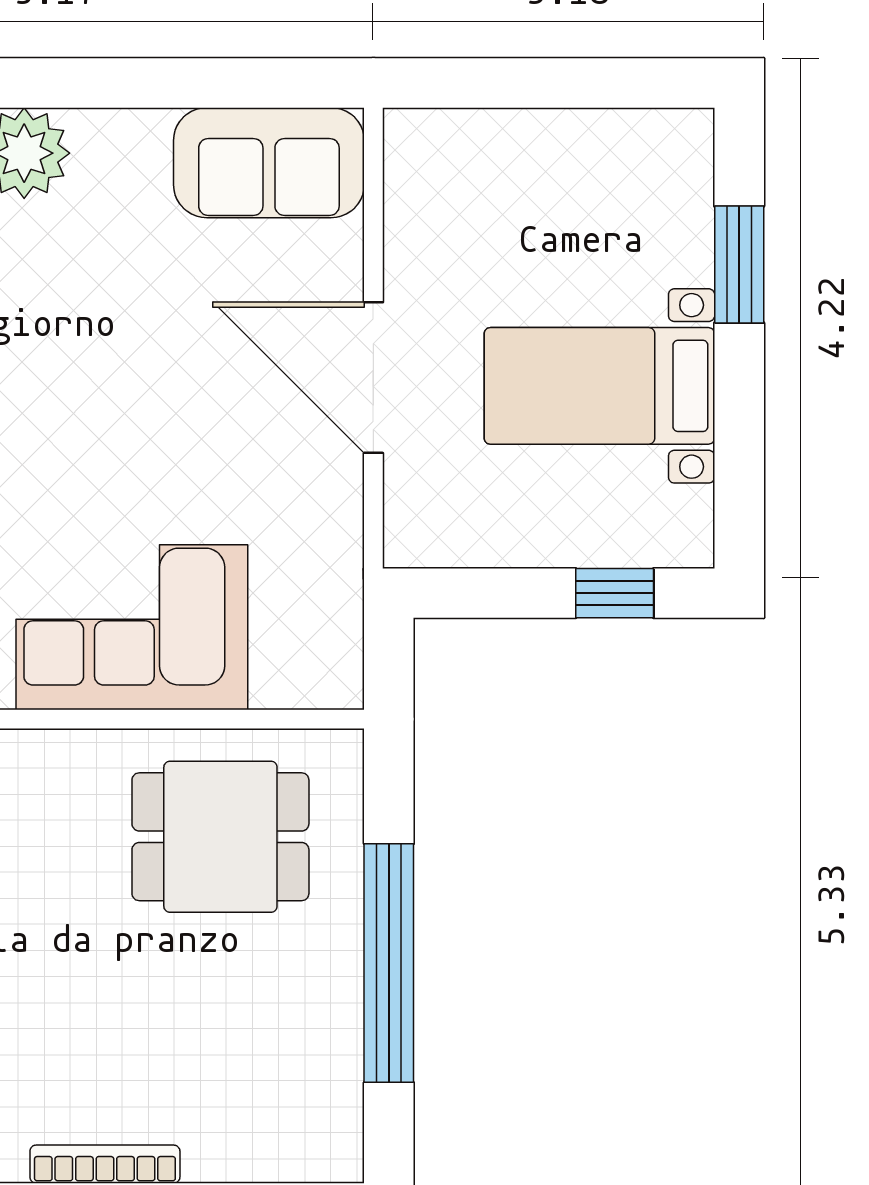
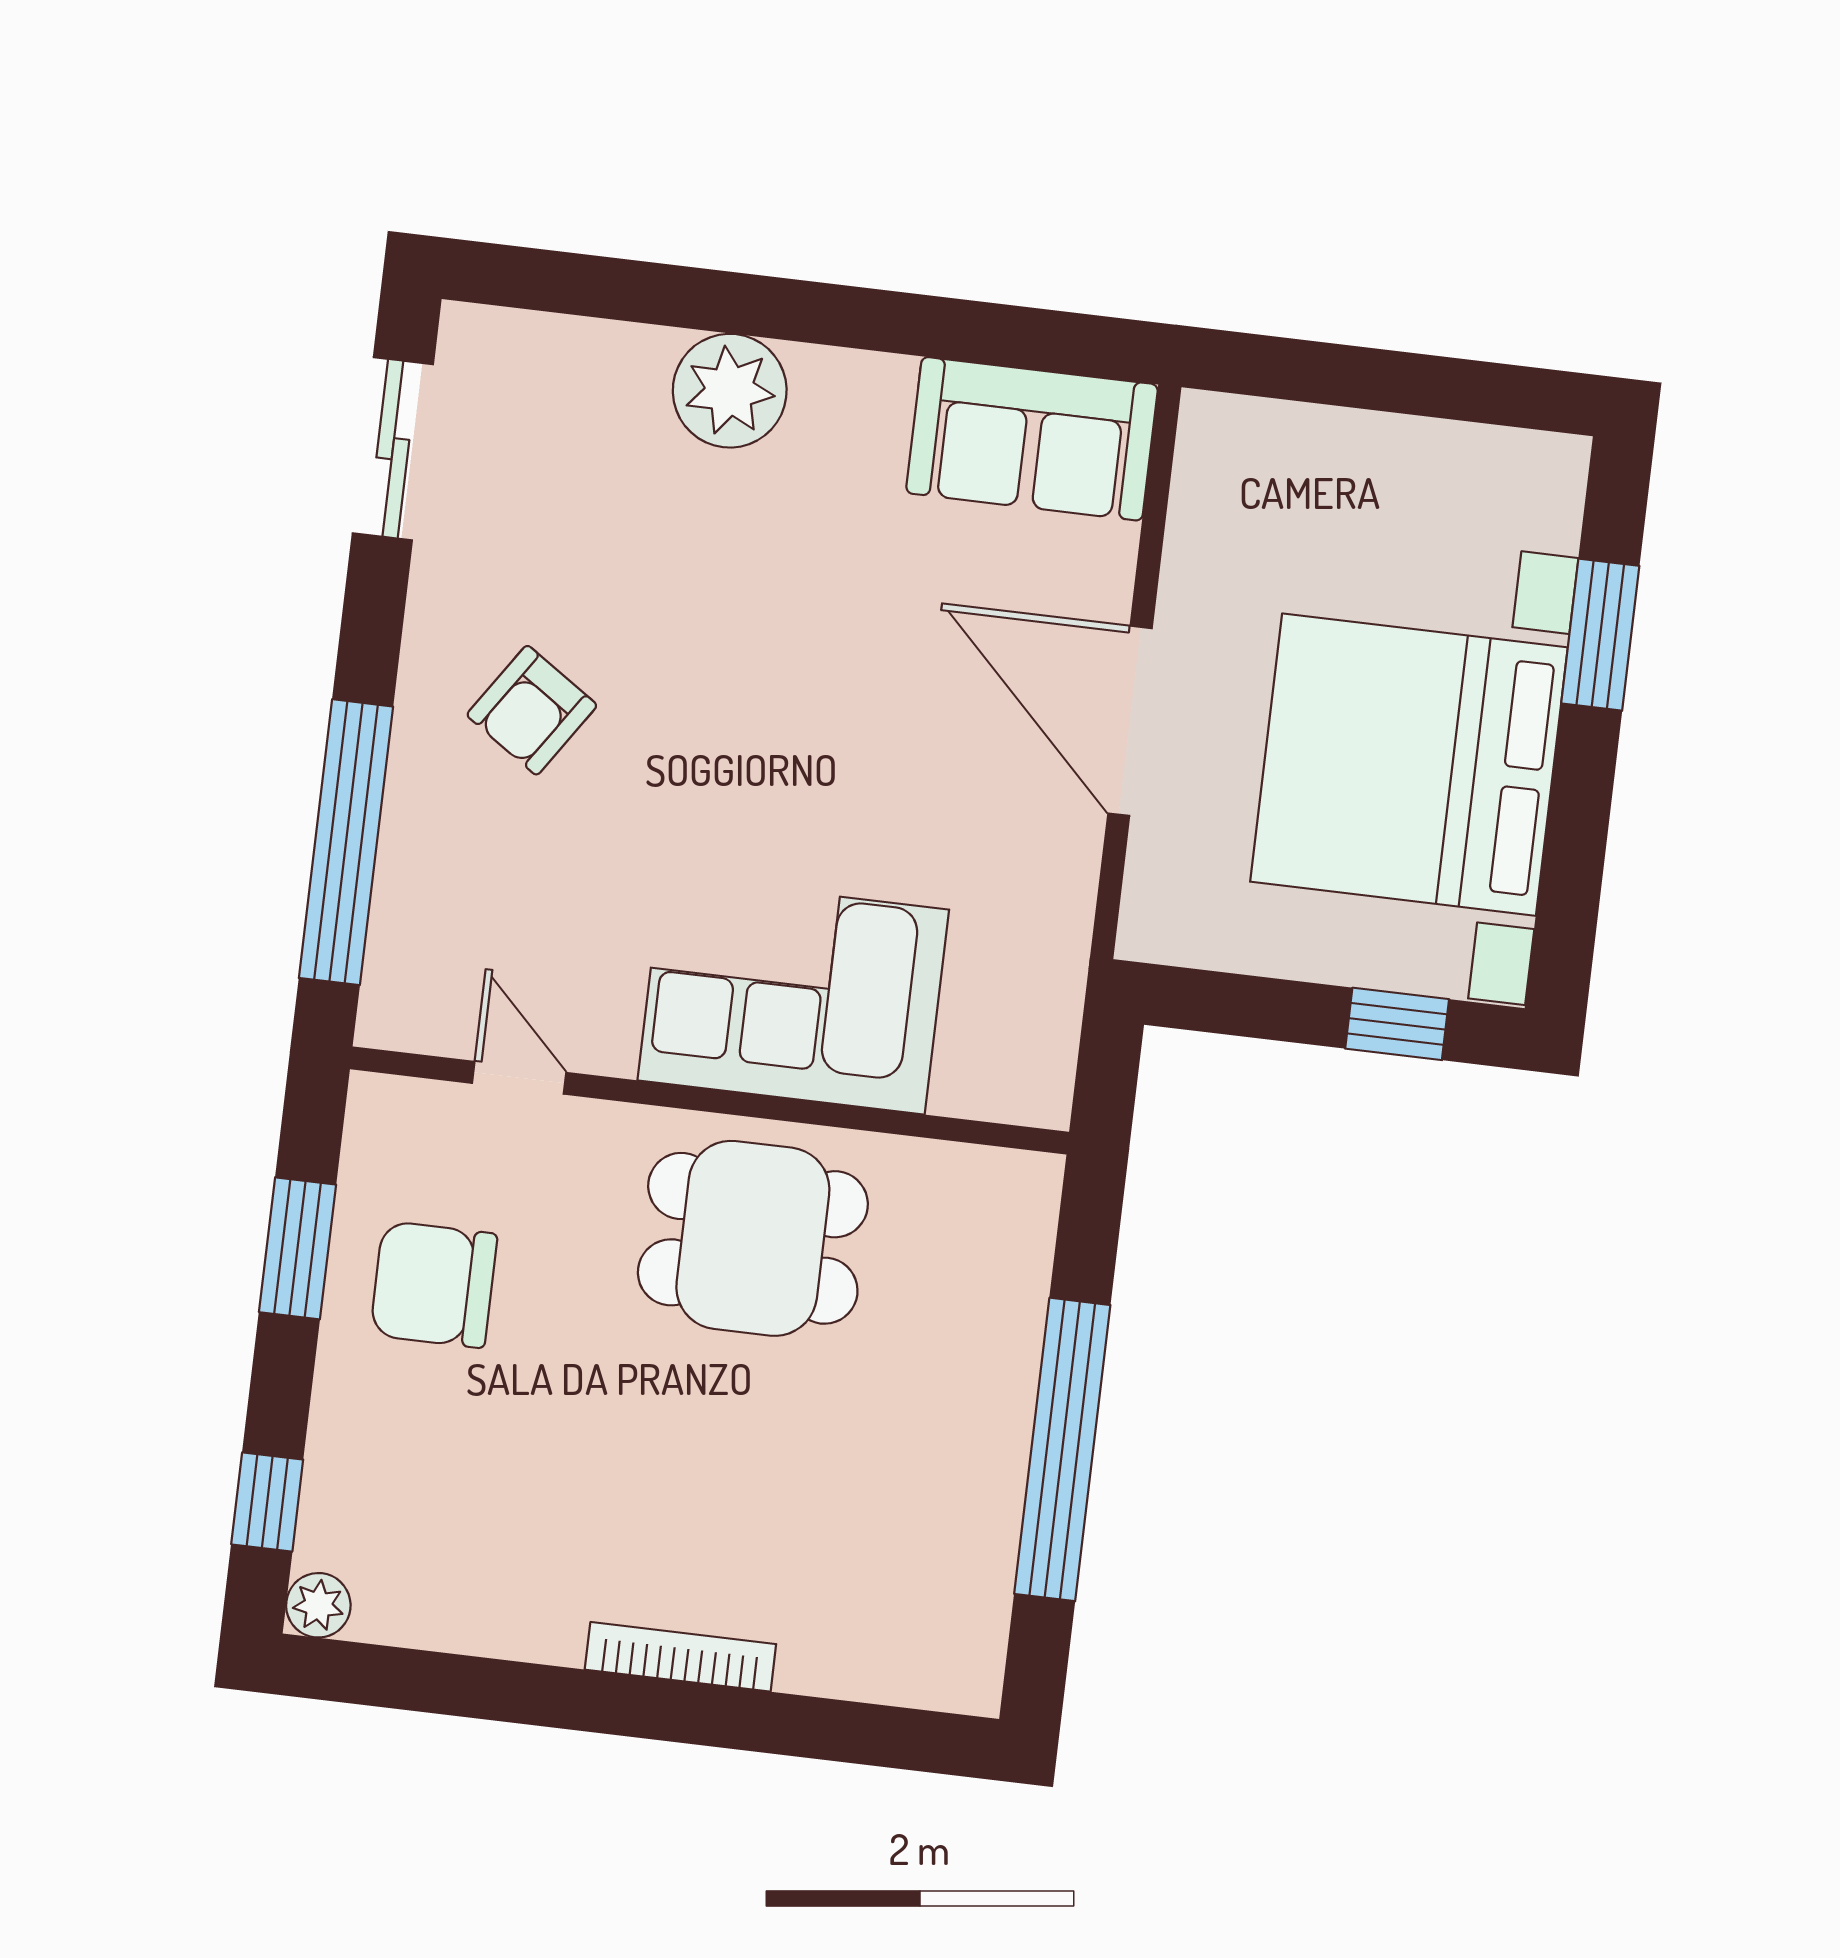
bed with nightstands: (599, 386) -> (1409, 765), width x1.85
dining table: (220, 837) -> (753, 1238), moved

